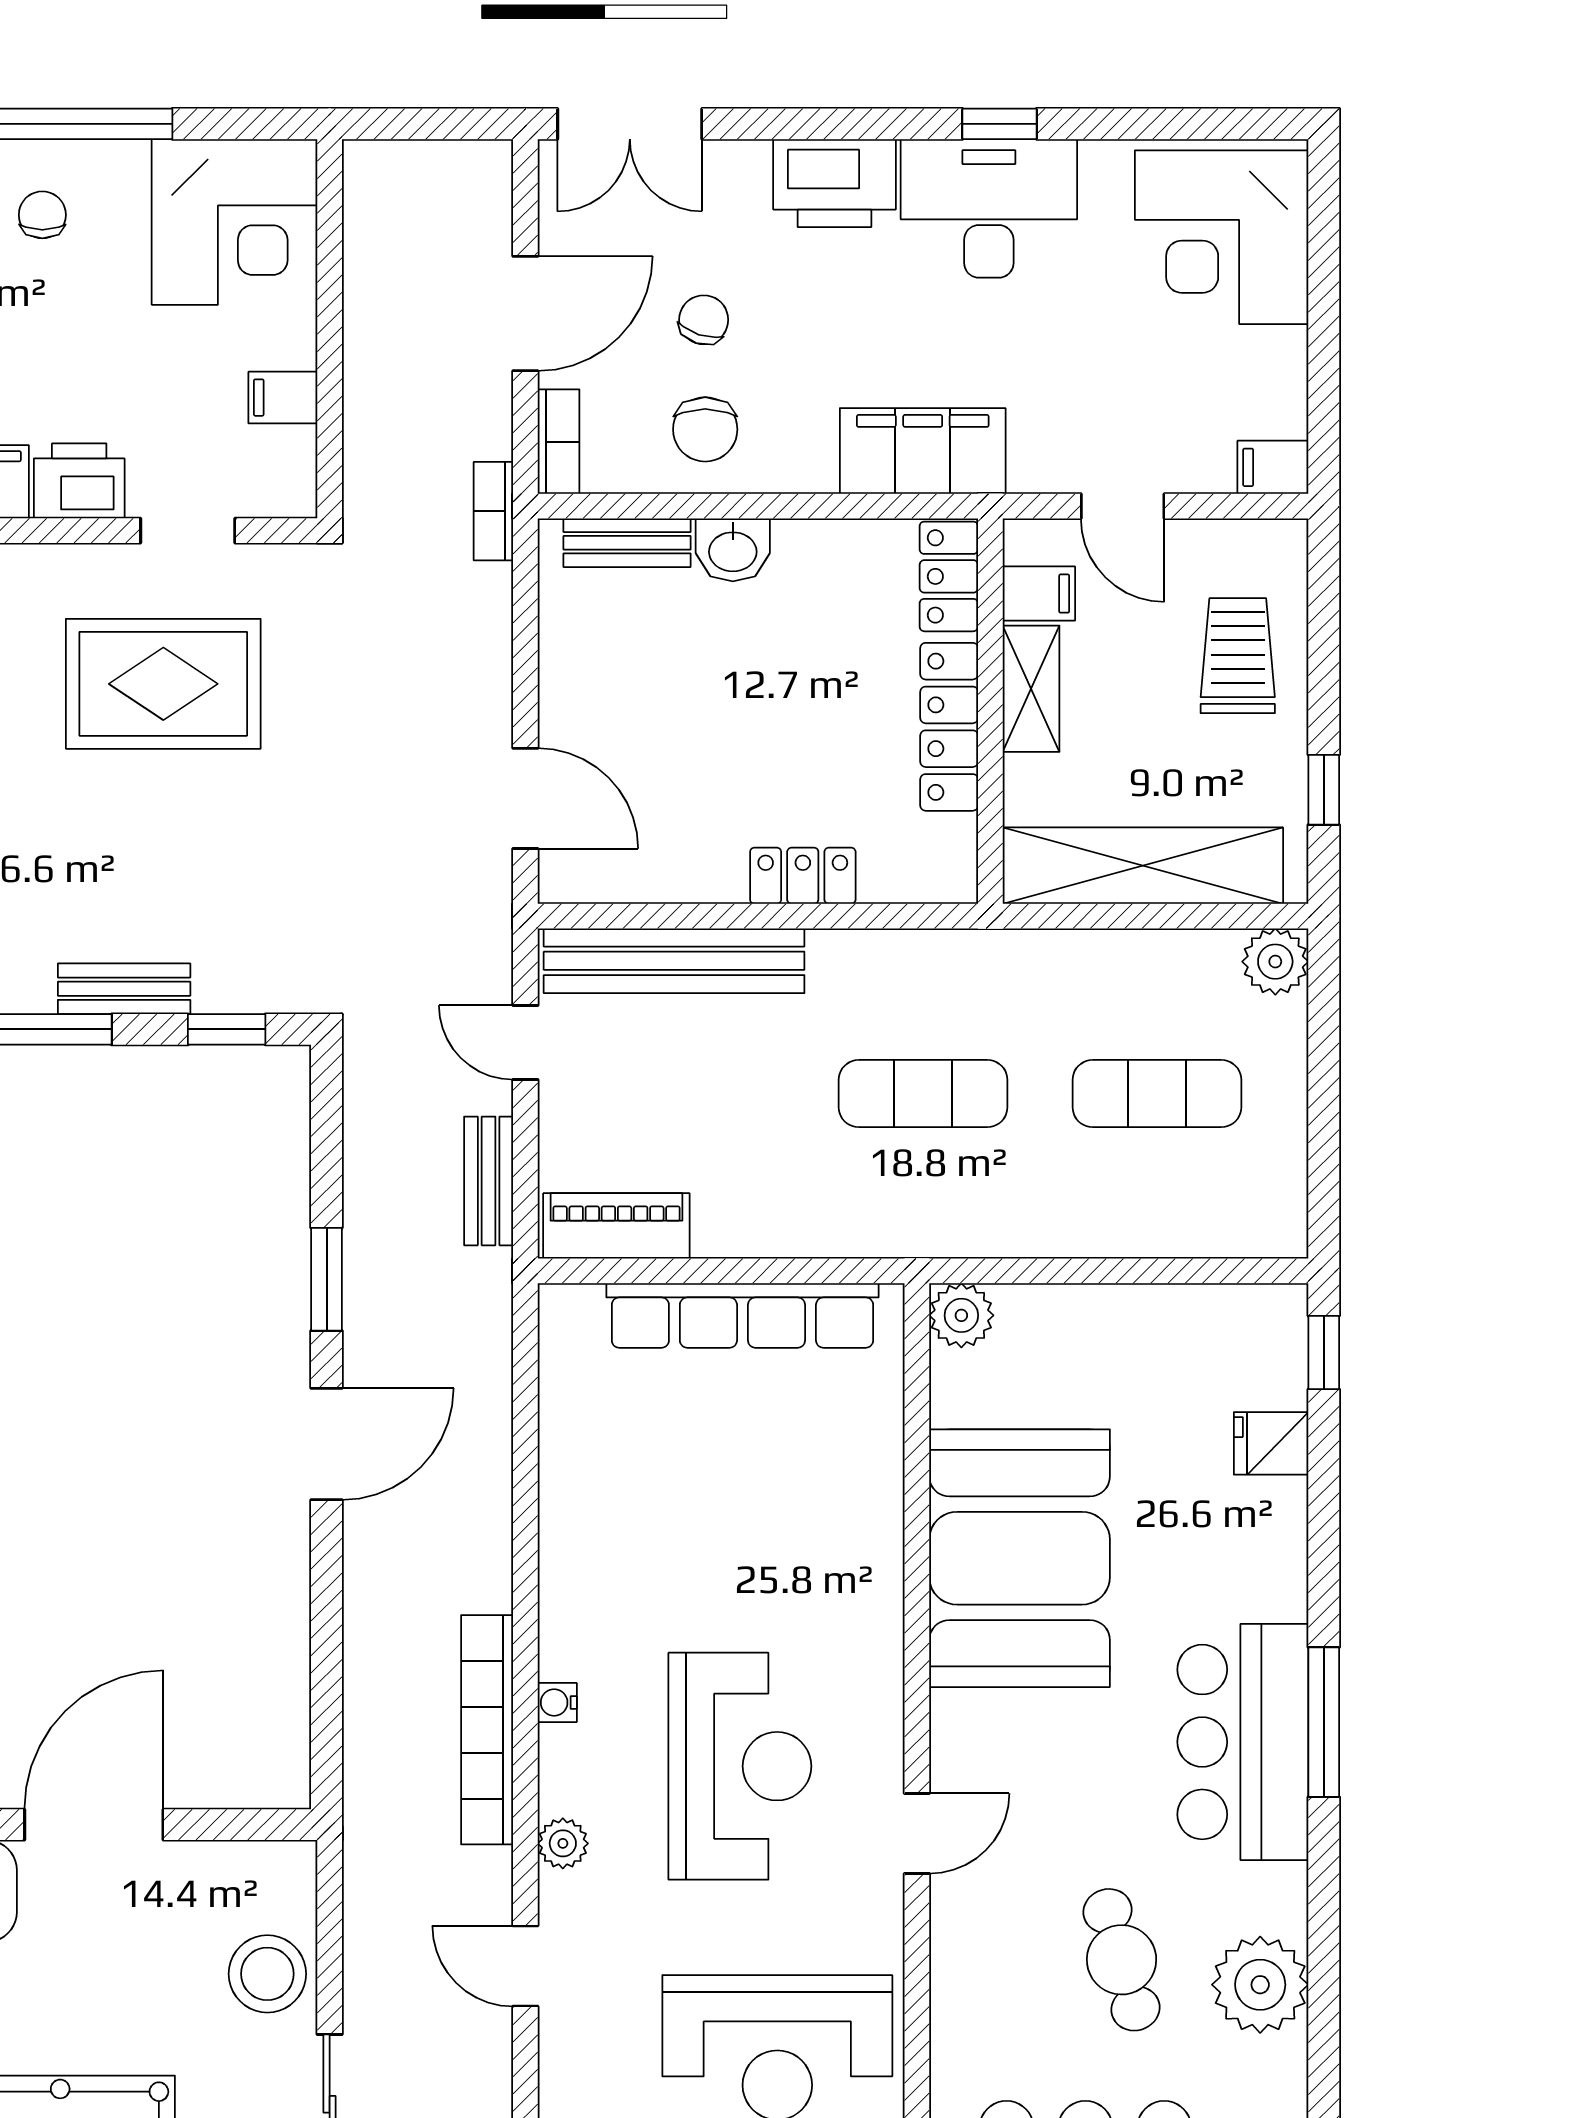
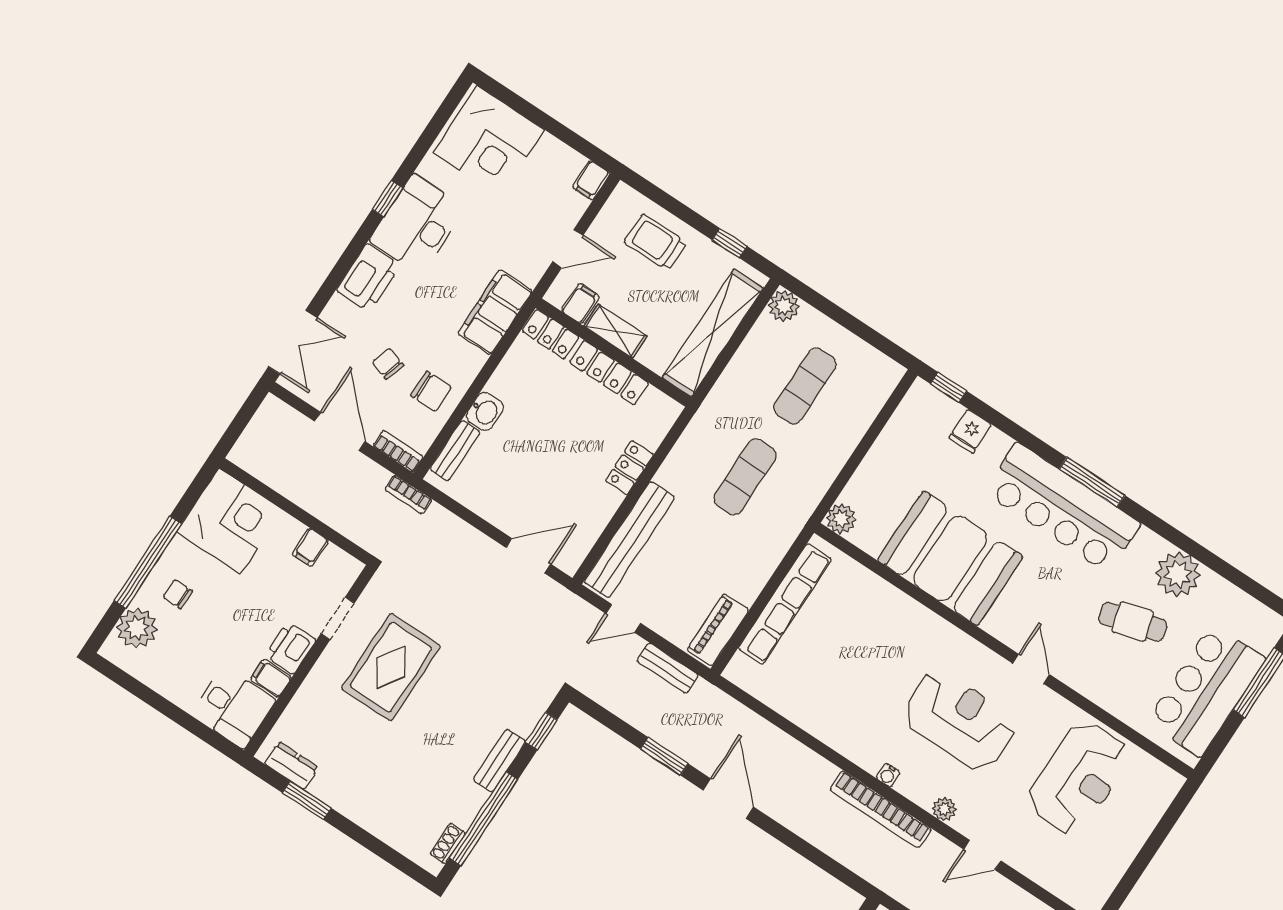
bar counter: (1243, 1742) -> (1062, 508), width x1.36

